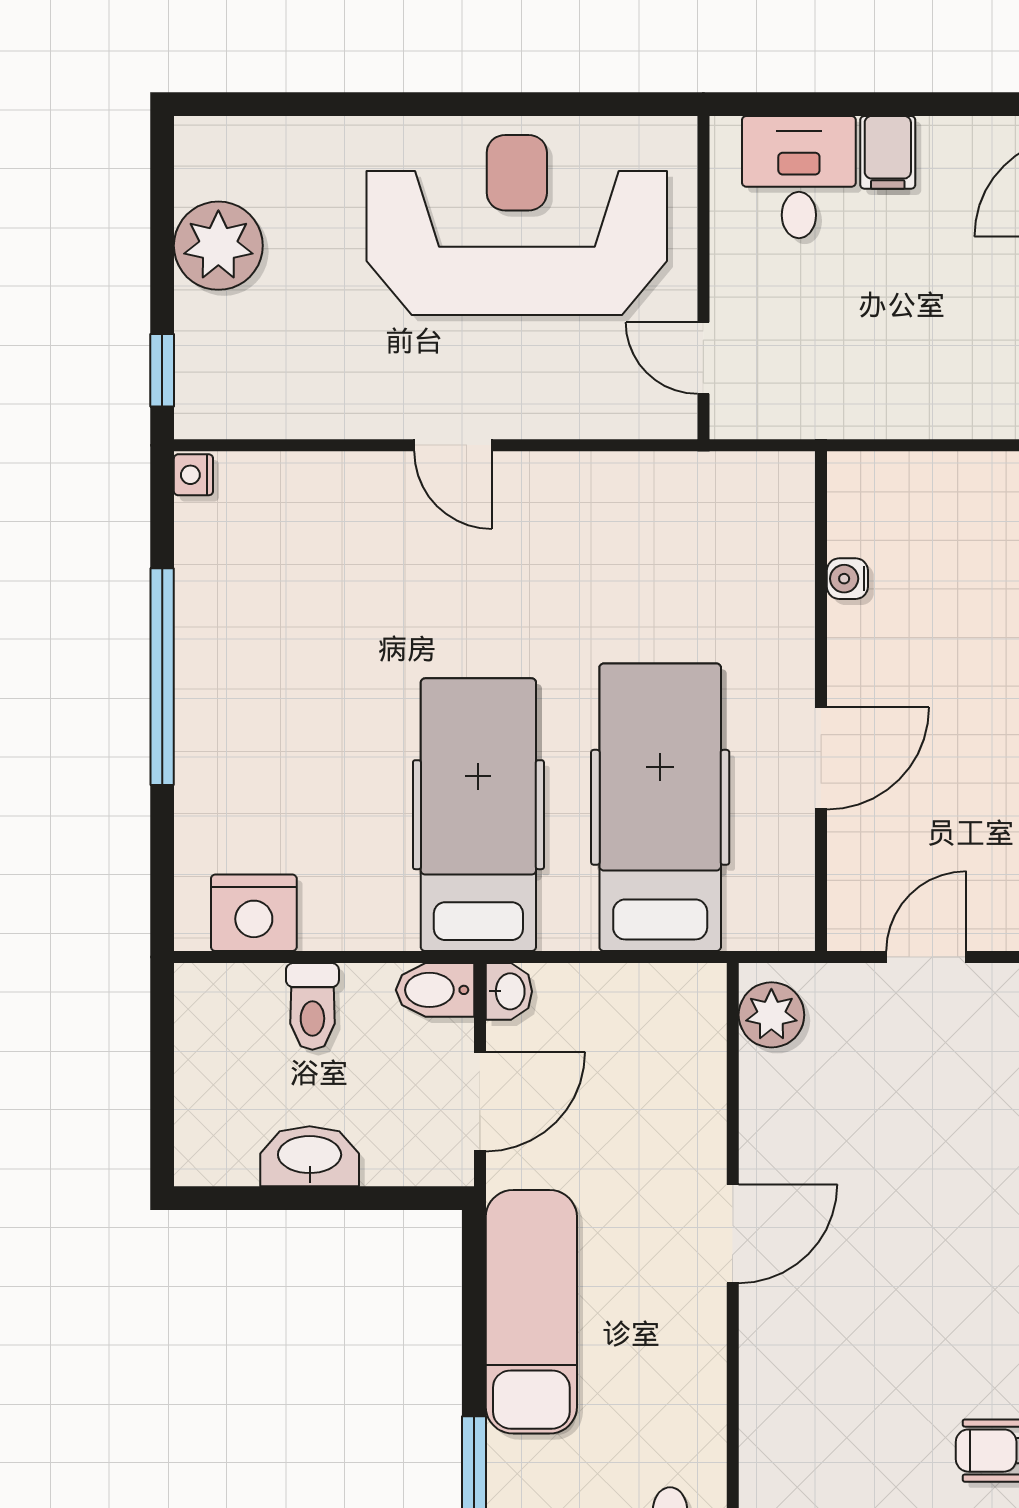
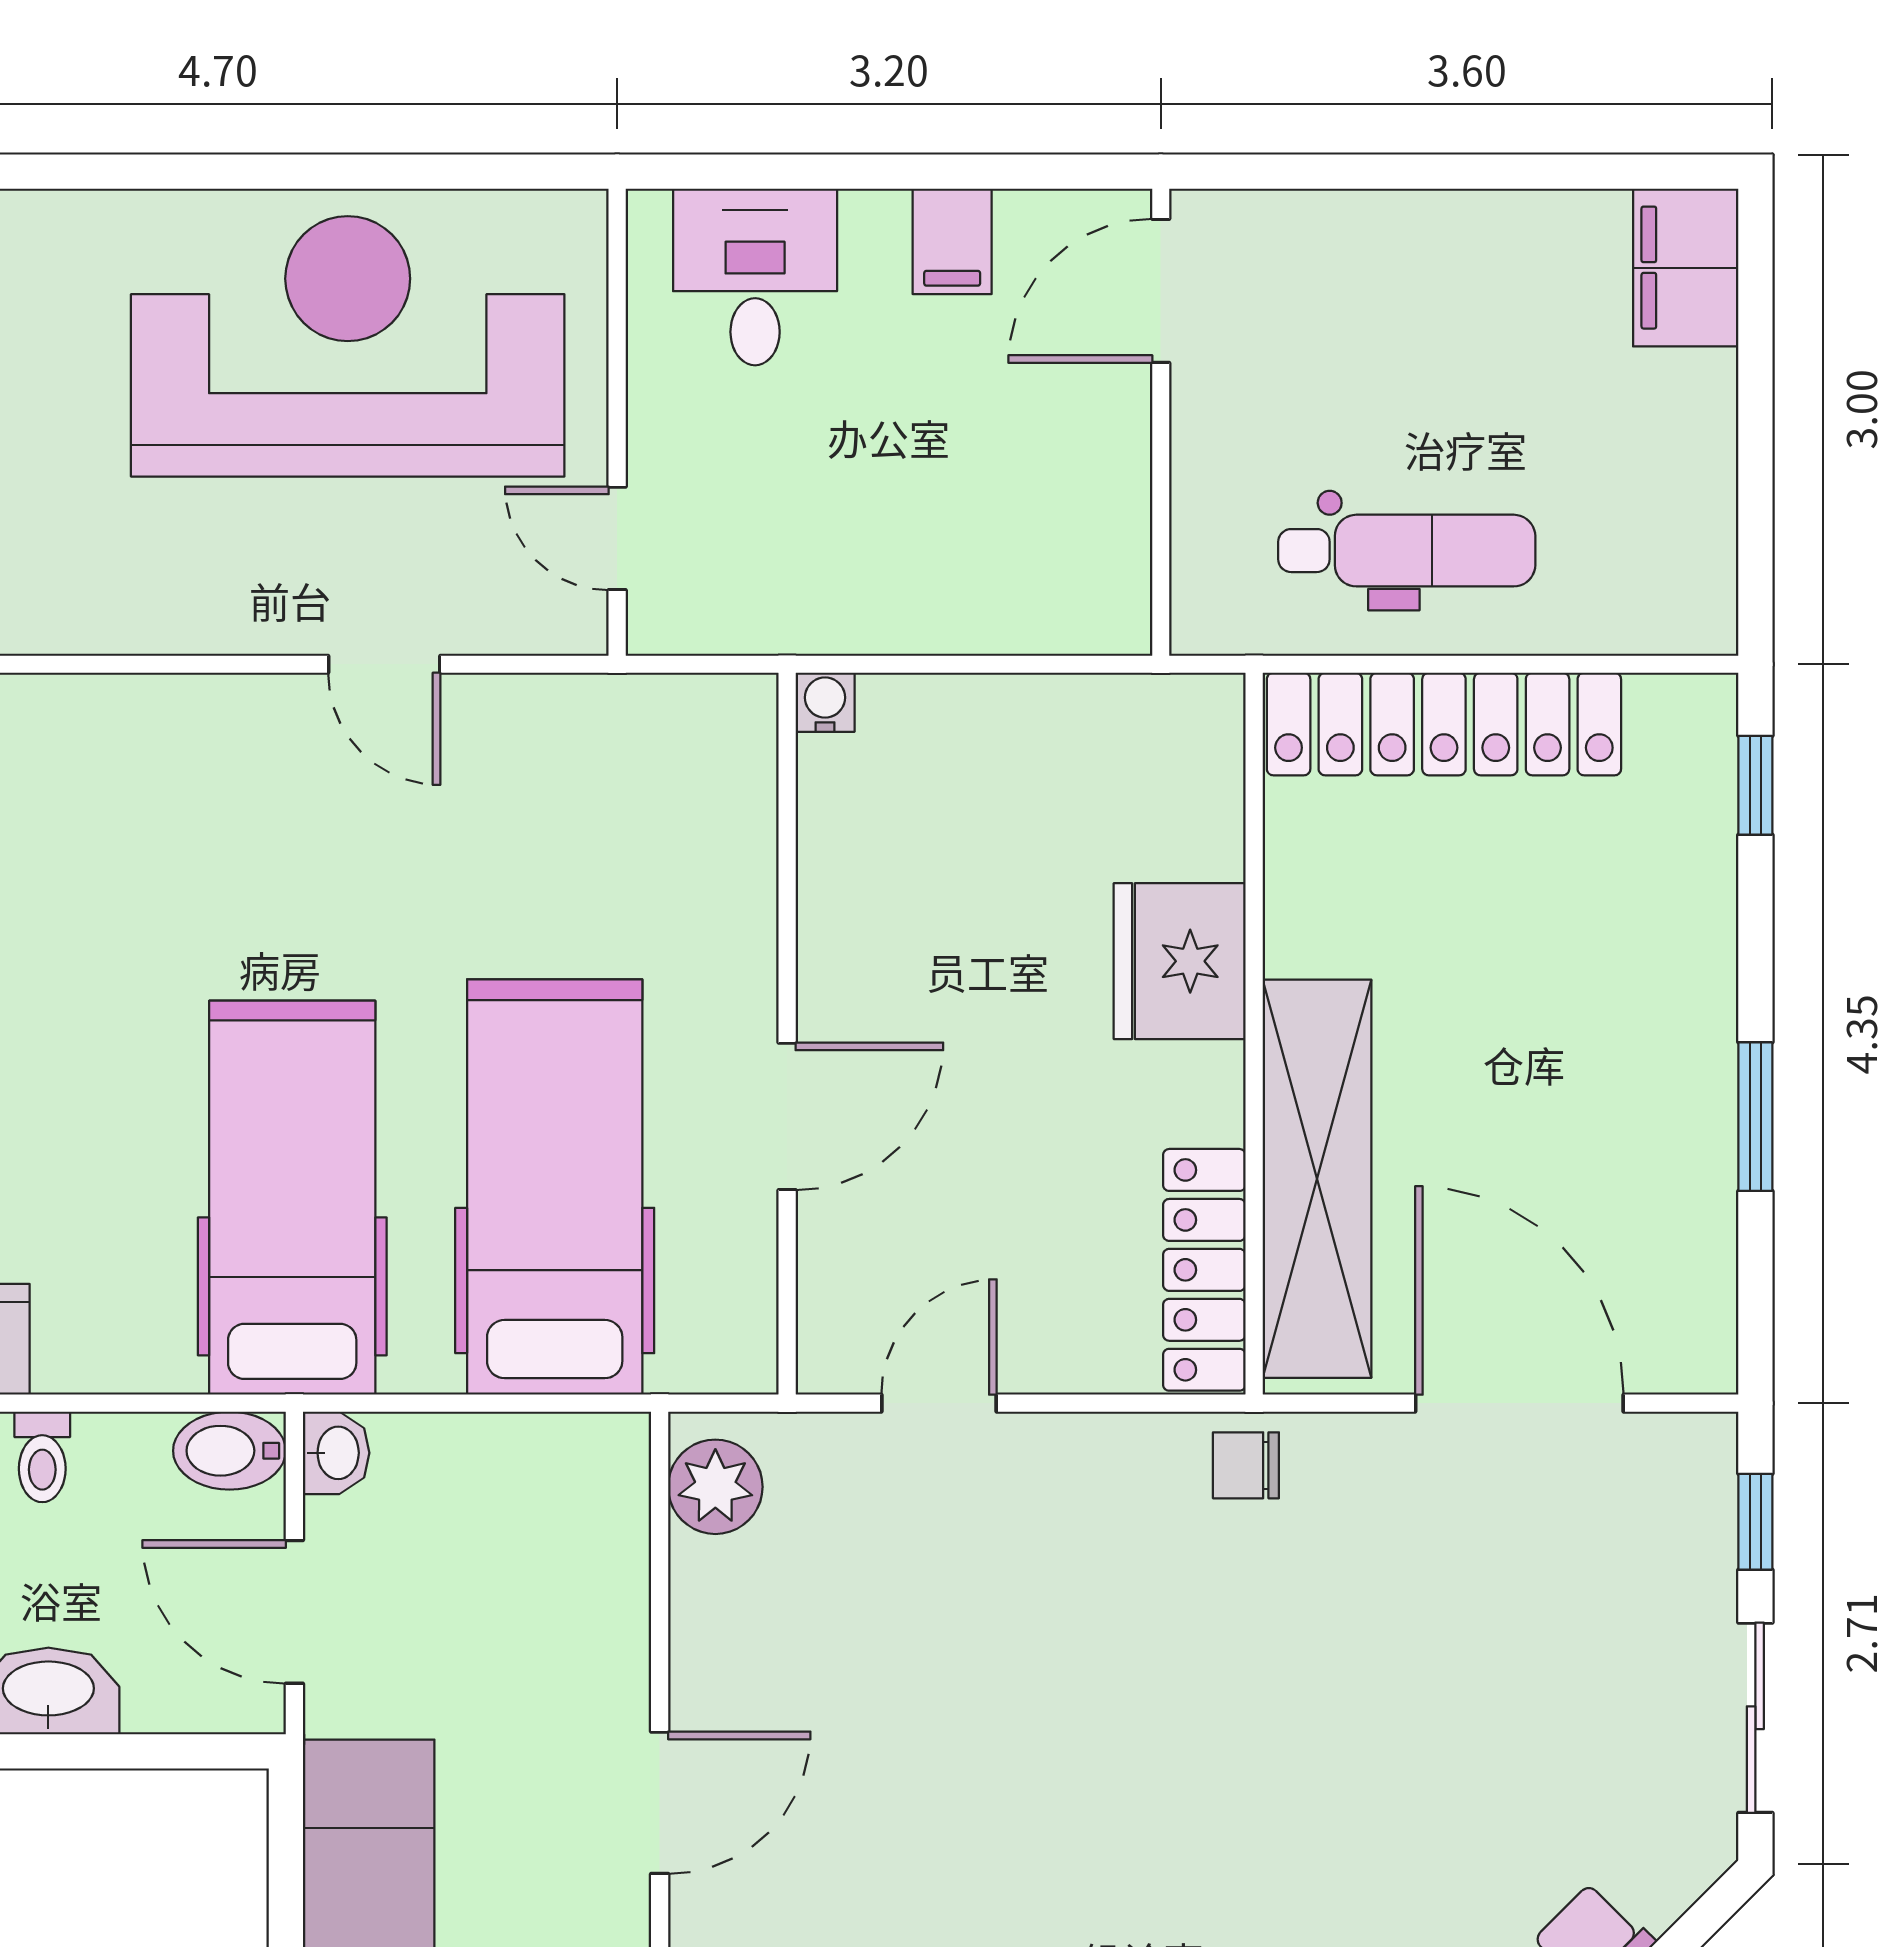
filing cabinet: (888, 152) -> (952, 241), moved
door: (453, 445) -> (384, 664), moved
water cooler: (847, 579) -> (825, 702), moved, turned 90
toilet: (312, 1006) -> (42, 1457), width x0.73, depth x0.72
door: (480, 1102) -> (294, 1612), swing flipped

